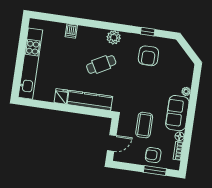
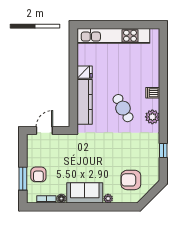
dishwasher: (71, 31) -> (153, 93), moved
armchair: (148, 56) -> (131, 180), moved
coffee table: (144, 125) -> (68, 161), removed
door: (112, 143) -> (44, 131), swing flipped
armchair: (153, 155) -> (38, 174), turned 180

